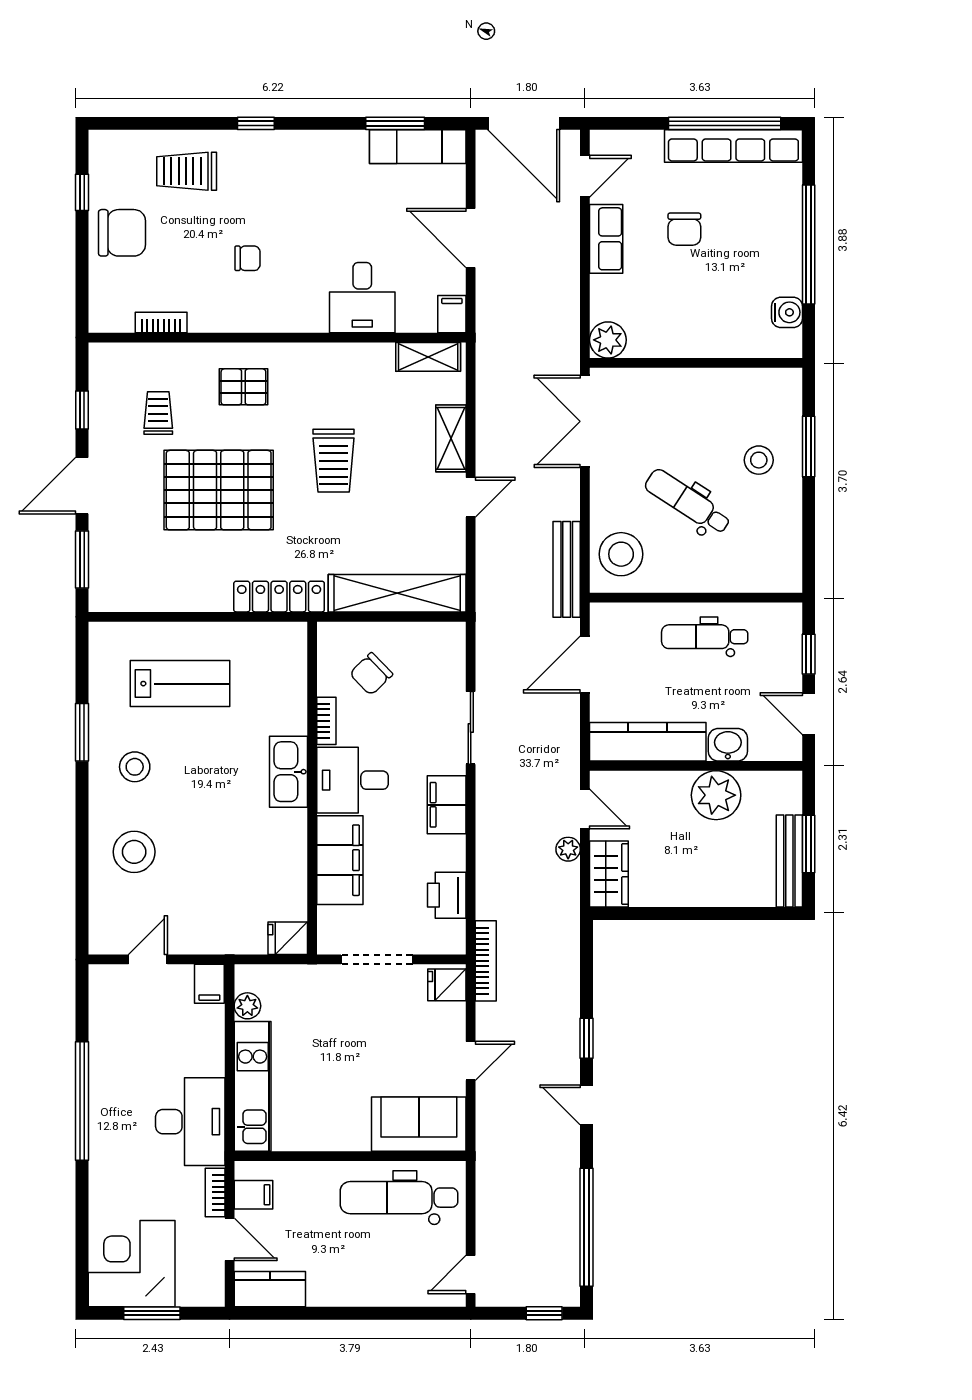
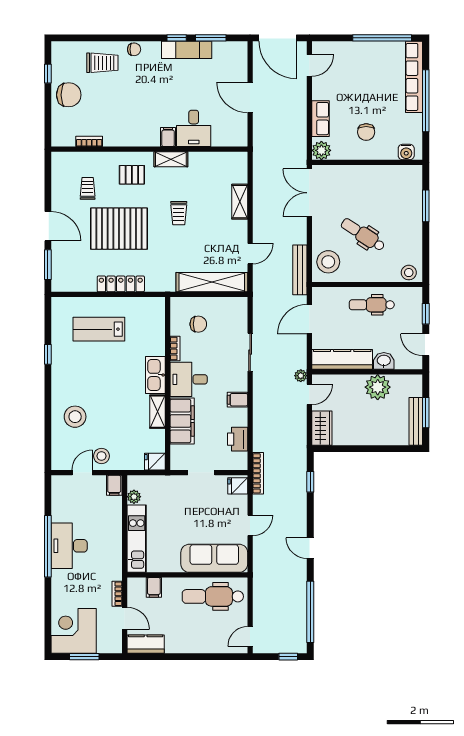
window: (256, 123) -> (177, 38), moved
row of seats: (733, 146) -> (414, 77), moved, turned 90
exam couch: (418, 147) -> (187, 50), moved
trolley: (187, 171) -> (102, 63), turned 180
chair: (684, 229) -> (366, 132), moved
row of seats: (606, 239) -> (321, 119), moved
chair: (247, 258) -> (134, 49), moved
water cooler: (787, 312) -> (406, 152), moved, turned 90
filing cabinet: (452, 314) -> (168, 137), moved
shelving: (428, 357) -> (171, 159), moved
window: (82, 410) -> (48, 187), removed
stool: (759, 460) -> (409, 273), moved
trolley: (334, 461) -> (179, 213), width x0.73, depth x0.72
door: (82, 486) -> (48, 226), swing flipped
door: (471, 497) -> (250, 254), moved
locker: (279, 597) -> (121, 284), moved
chair: (371, 674) -> (198, 324), turned -136
lab bench: (180, 684) -> (99, 329), turned 180
window: (82, 732) -> (48, 354), width x0.67
stool: (135, 767) -> (101, 456), moved
filing cabinet: (447, 805) -> (238, 400), width x0.50
door: (585, 809) -> (309, 394), hinge flipped
shelving: (293, 842) -> (158, 412), added
plant: (568, 849) -> (301, 376), moved
doorway: (377, 959) -> (201, 473), width x0.73
window: (587, 1038) -> (310, 482), moved
desk: (190, 1122) -> (69, 546), moved, turned 180
sofa: (419, 1124) -> (214, 558), width x1.36
filing cabinet: (254, 1195) -> (154, 587), moved, turned 90

